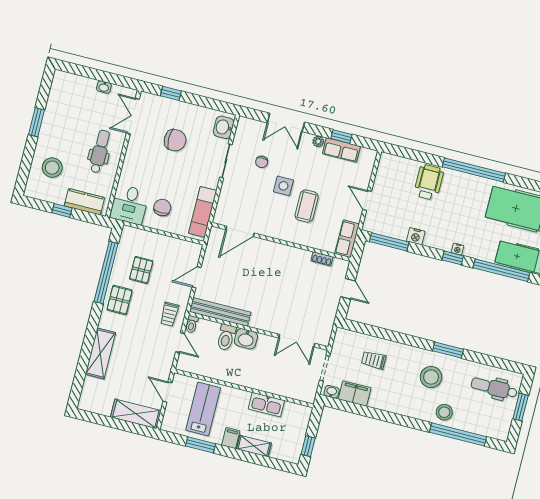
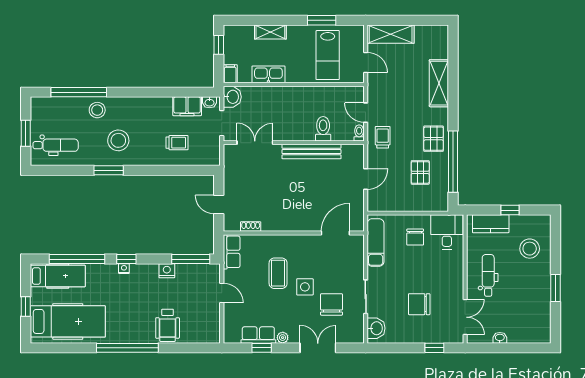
dental chair: (100, 151) -> (488, 275), turned 180
chair: (262, 162) -> (331, 304), width x1.87, depth x1.87
bench: (220, 312) -> (311, 152), moved
washbasin: (246, 339) -> (232, 97), moved, turned 90
filing cabinet: (231, 438) -> (230, 74), moved, turned 180

